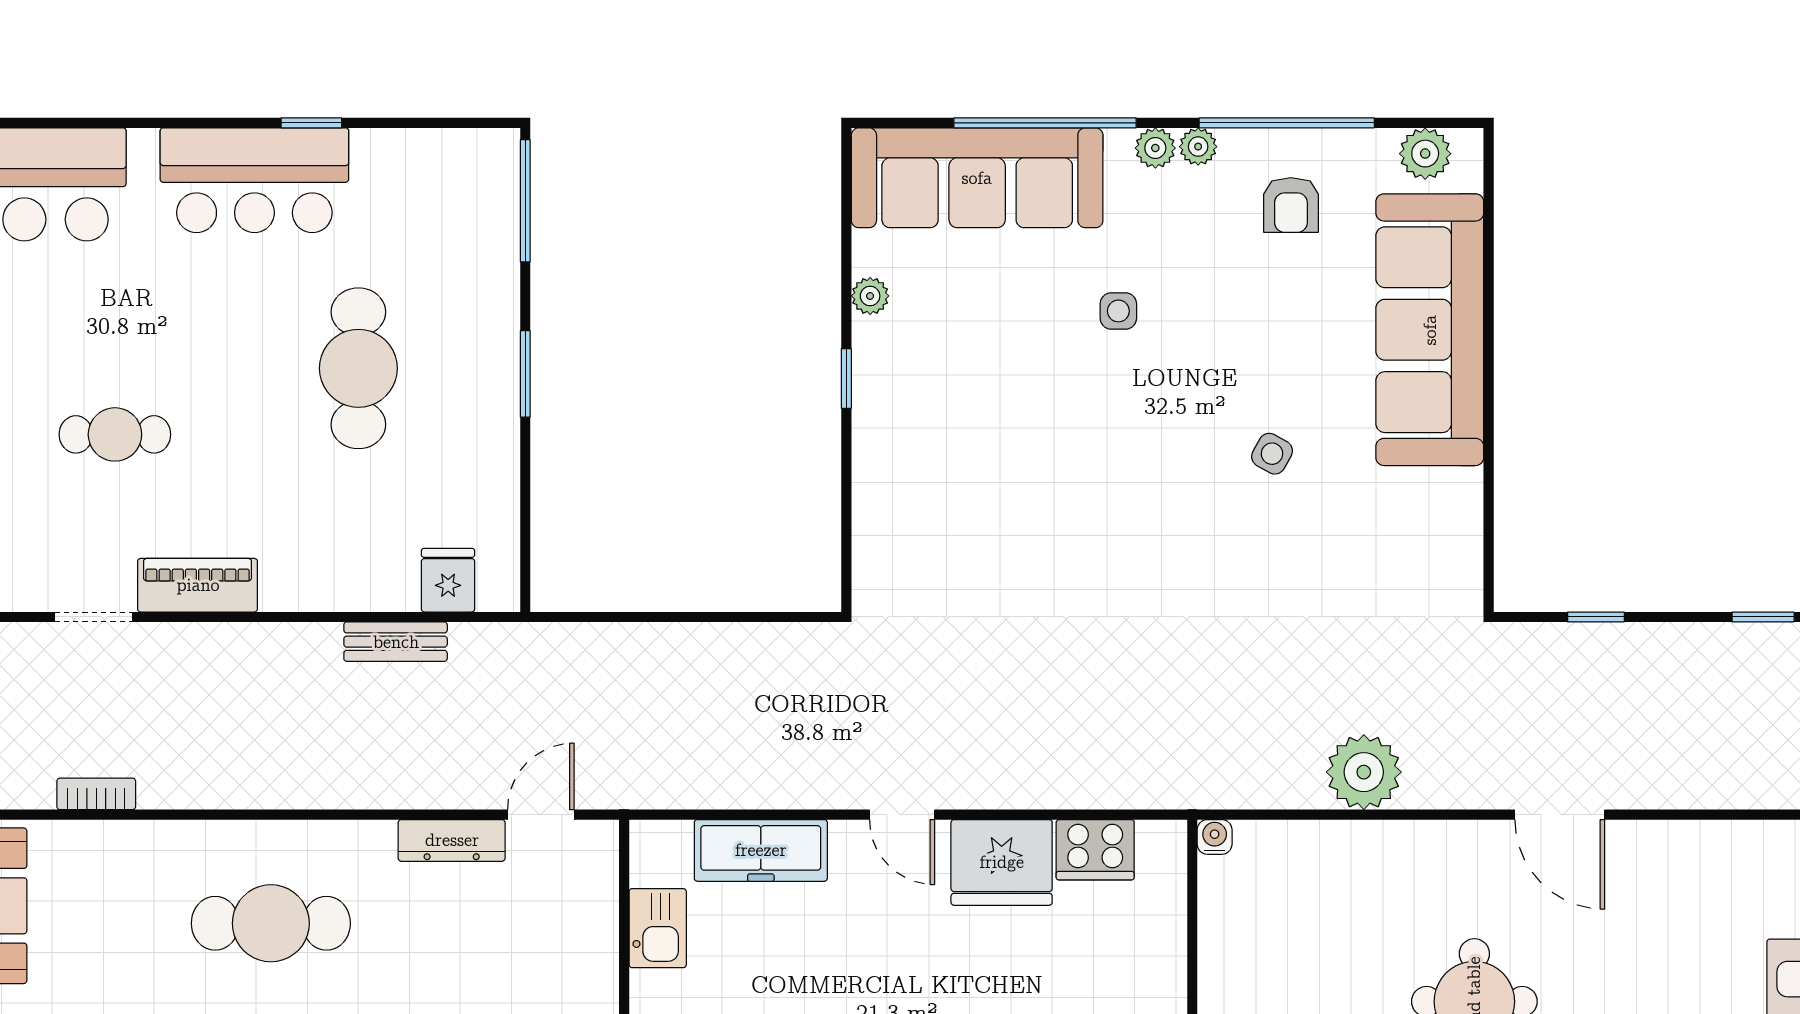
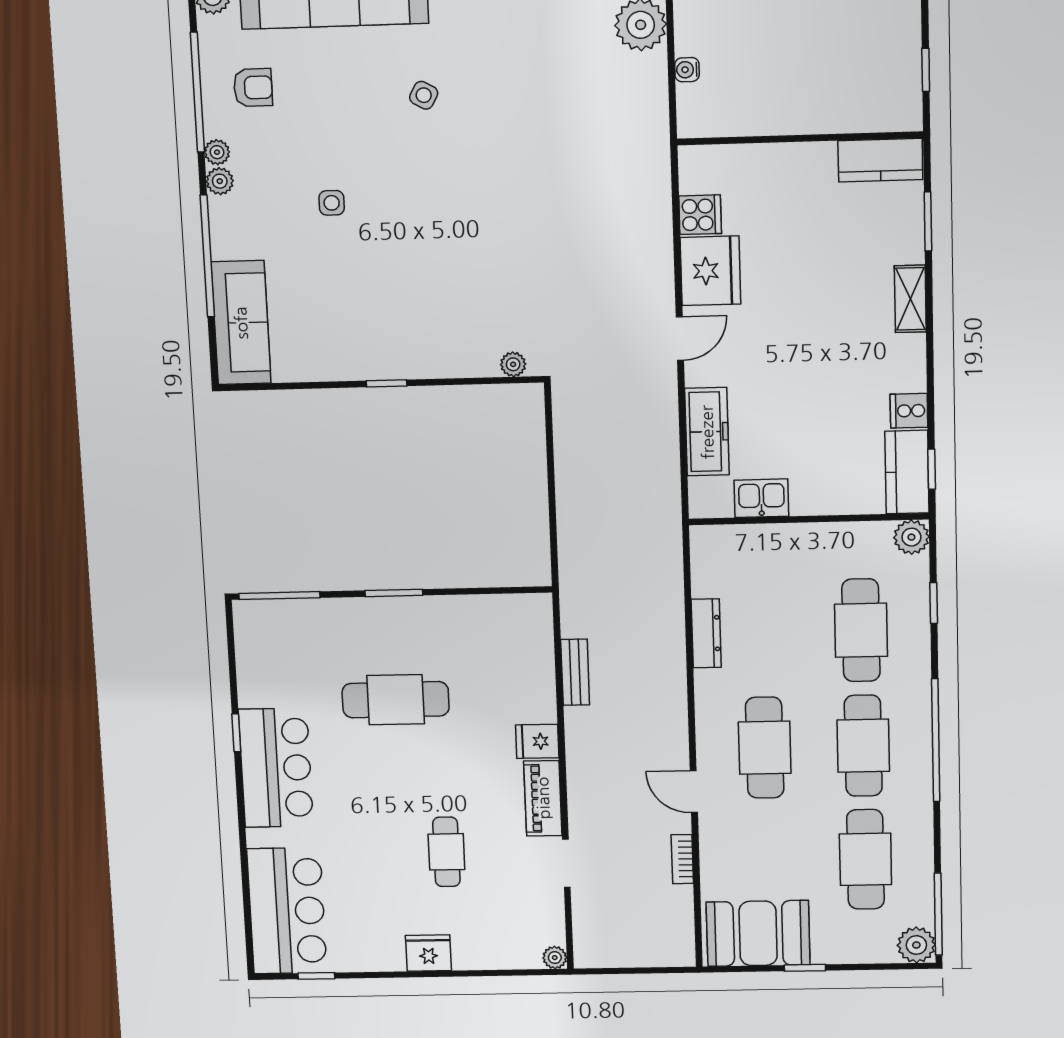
sofa: (977, 178) -> (241, 323), width x0.74, depth x0.79
plant: (870, 296) -> (513, 364), moved
fridge: (448, 580) -> (537, 741), moved
door: (541, 815) -> (694, 792), moved
water cooler: (1215, 837) -> (687, 70), moved
cooker: (1095, 850) -> (700, 215), width x0.73

